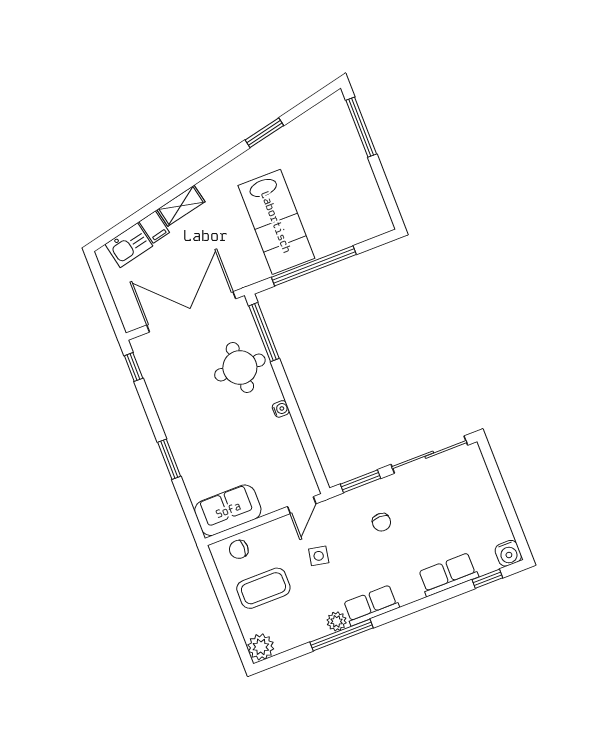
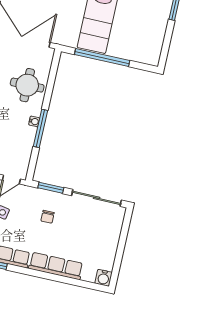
window: (264, 332) -> (40, 128), moved
row of seats: (448, 575) -> (56, 266), width x1.48
window: (487, 579) -> (83, 284), removed

